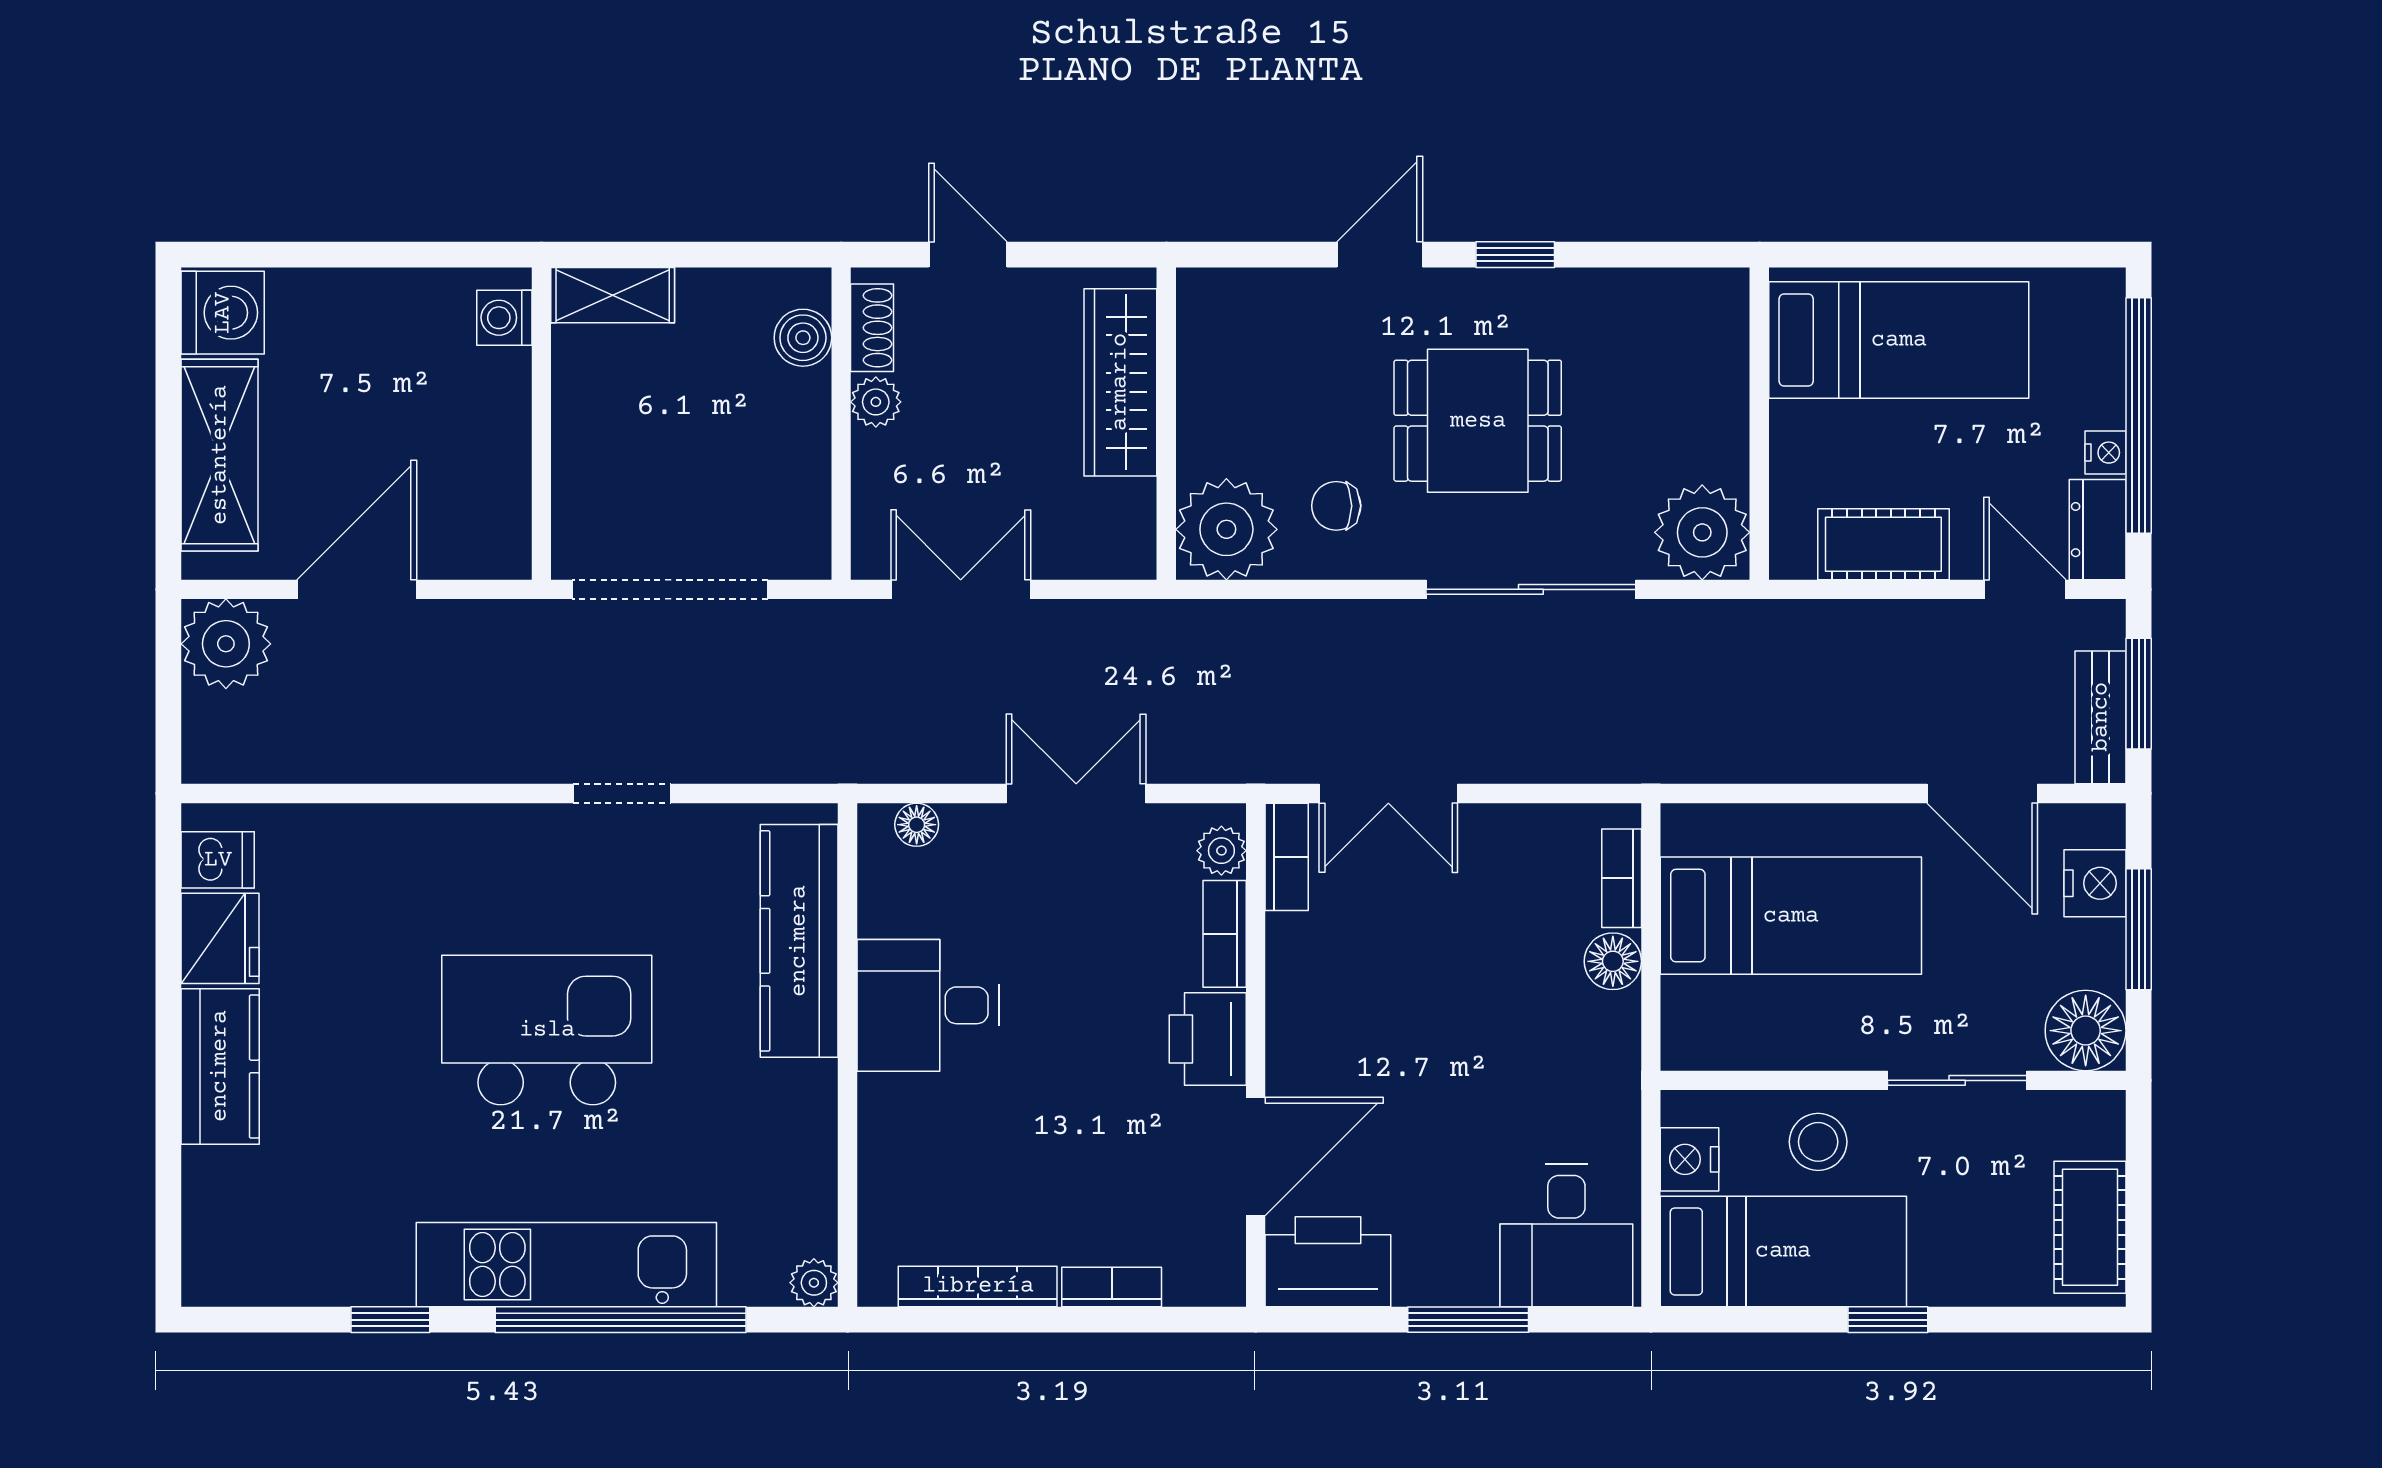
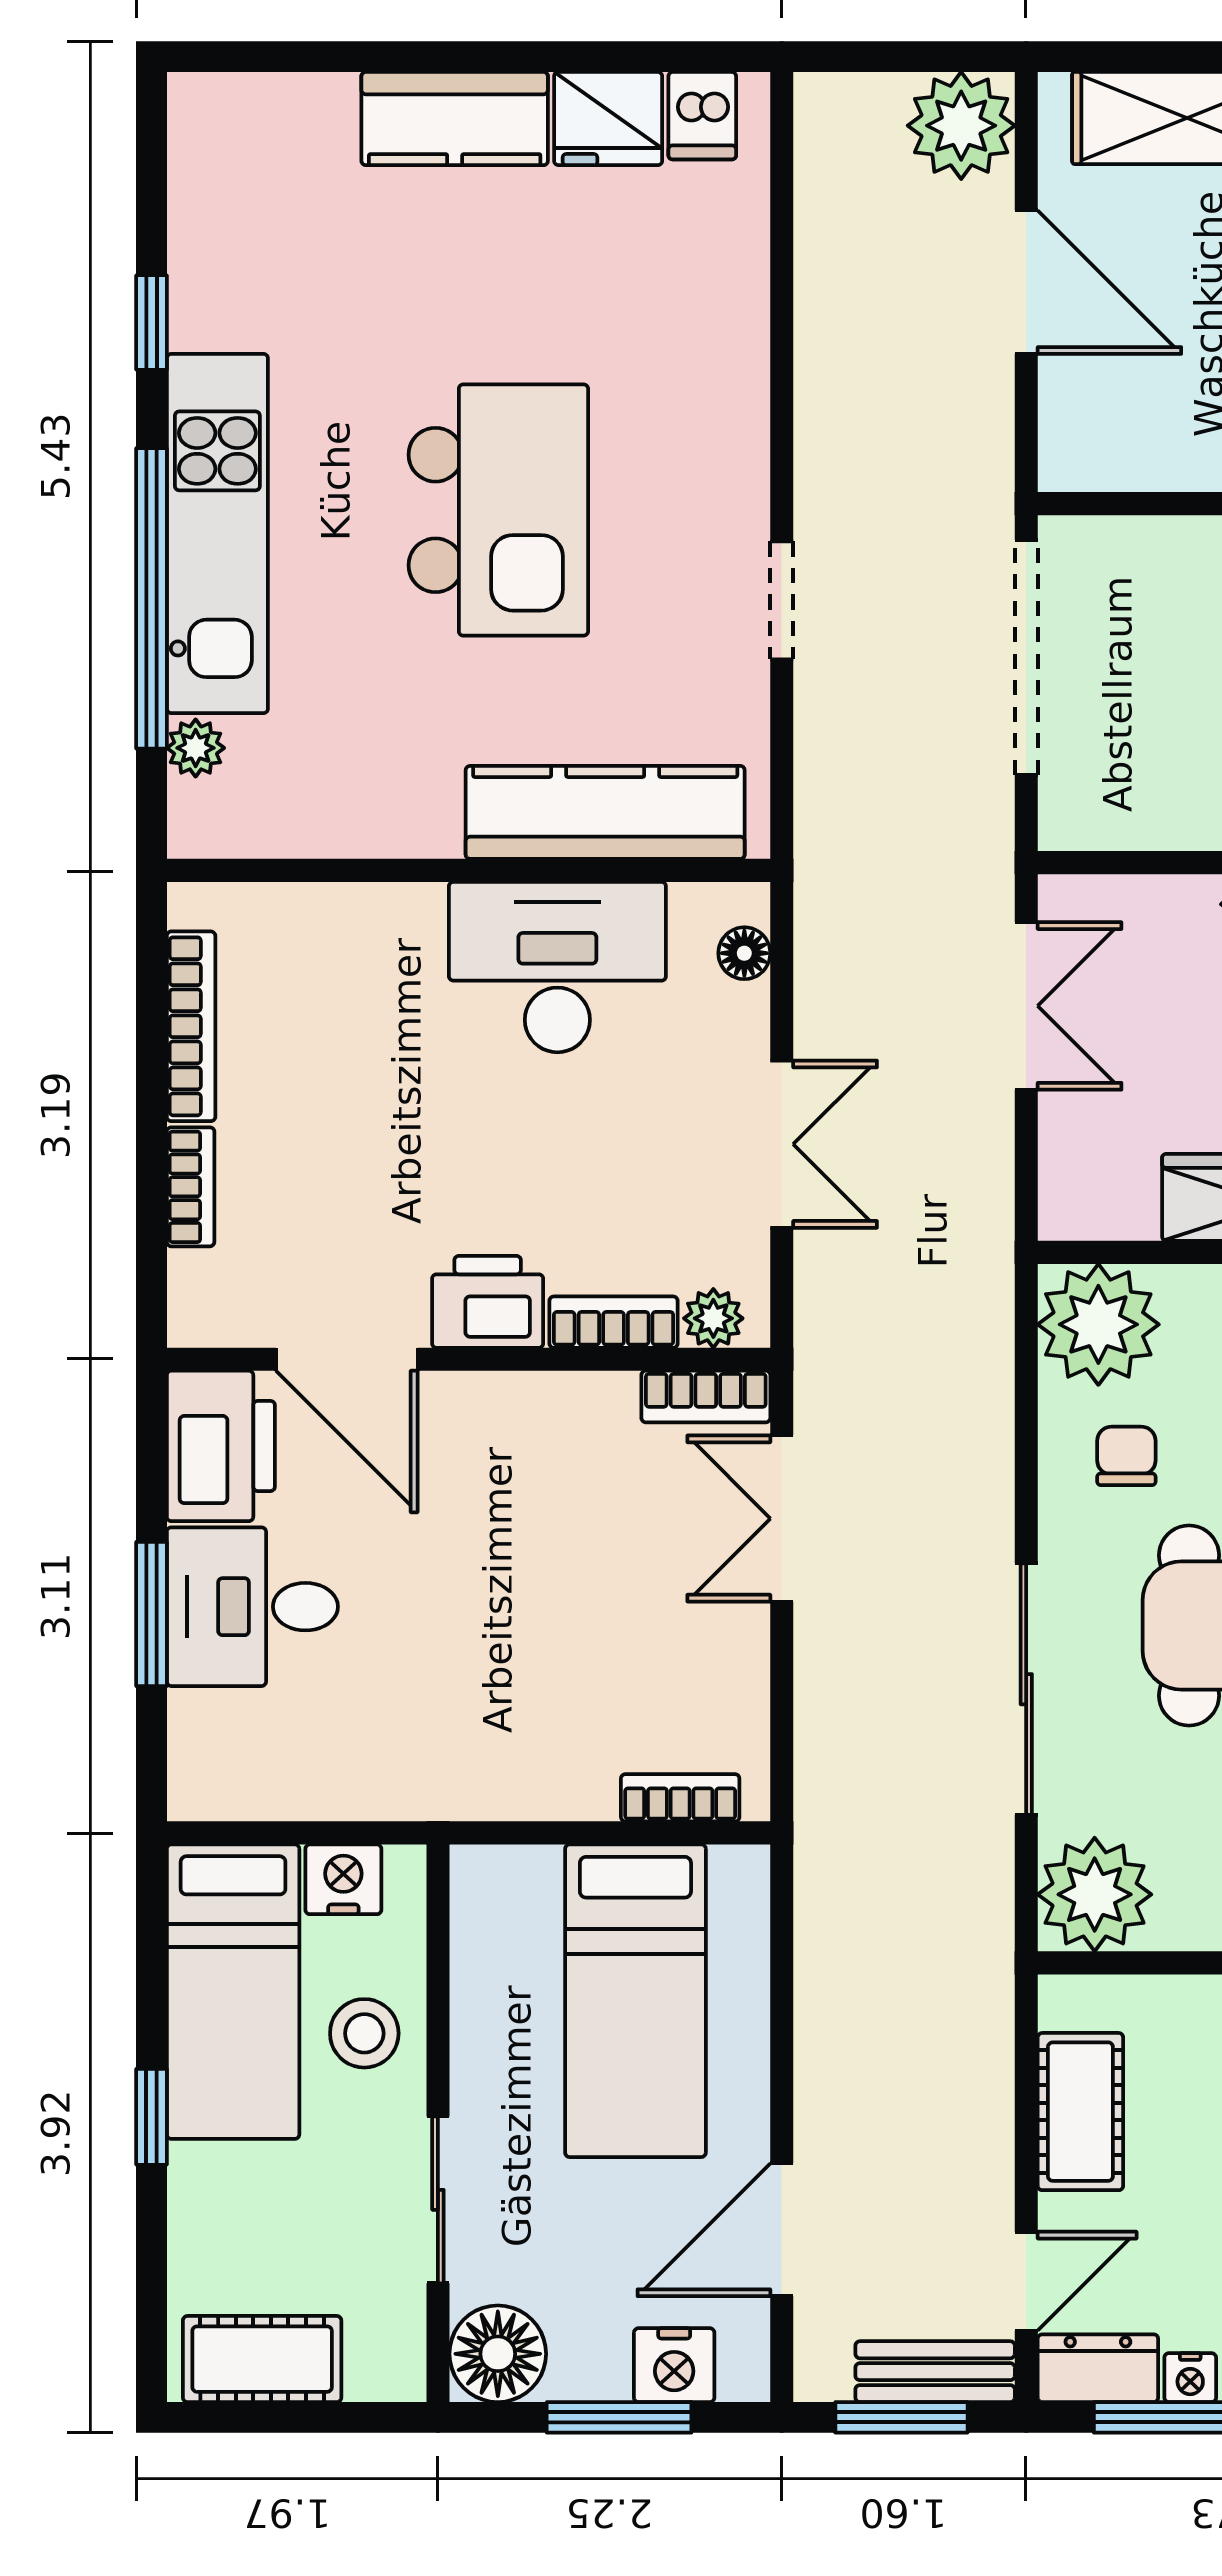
bench: (2101, 717) -> (935, 2372), moved
floor lamp: (1613, 961) -> (581, 1787), removed
desk: (928, 1005) -> (557, 967), width x1.37
desk: (1566, 1235) -> (252, 1607), moved
plant: (814, 1283) -> (196, 748), moved

